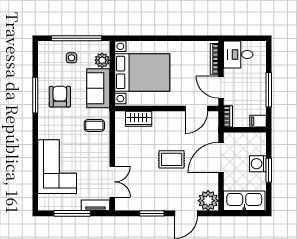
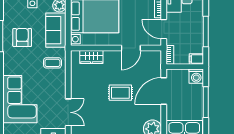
door: (196, 109) -> (131, 48), moved
washing machine: (258, 164) -> (196, 76), moved, turned -90
window: (269, 170) -> (206, 102), width x1.44

